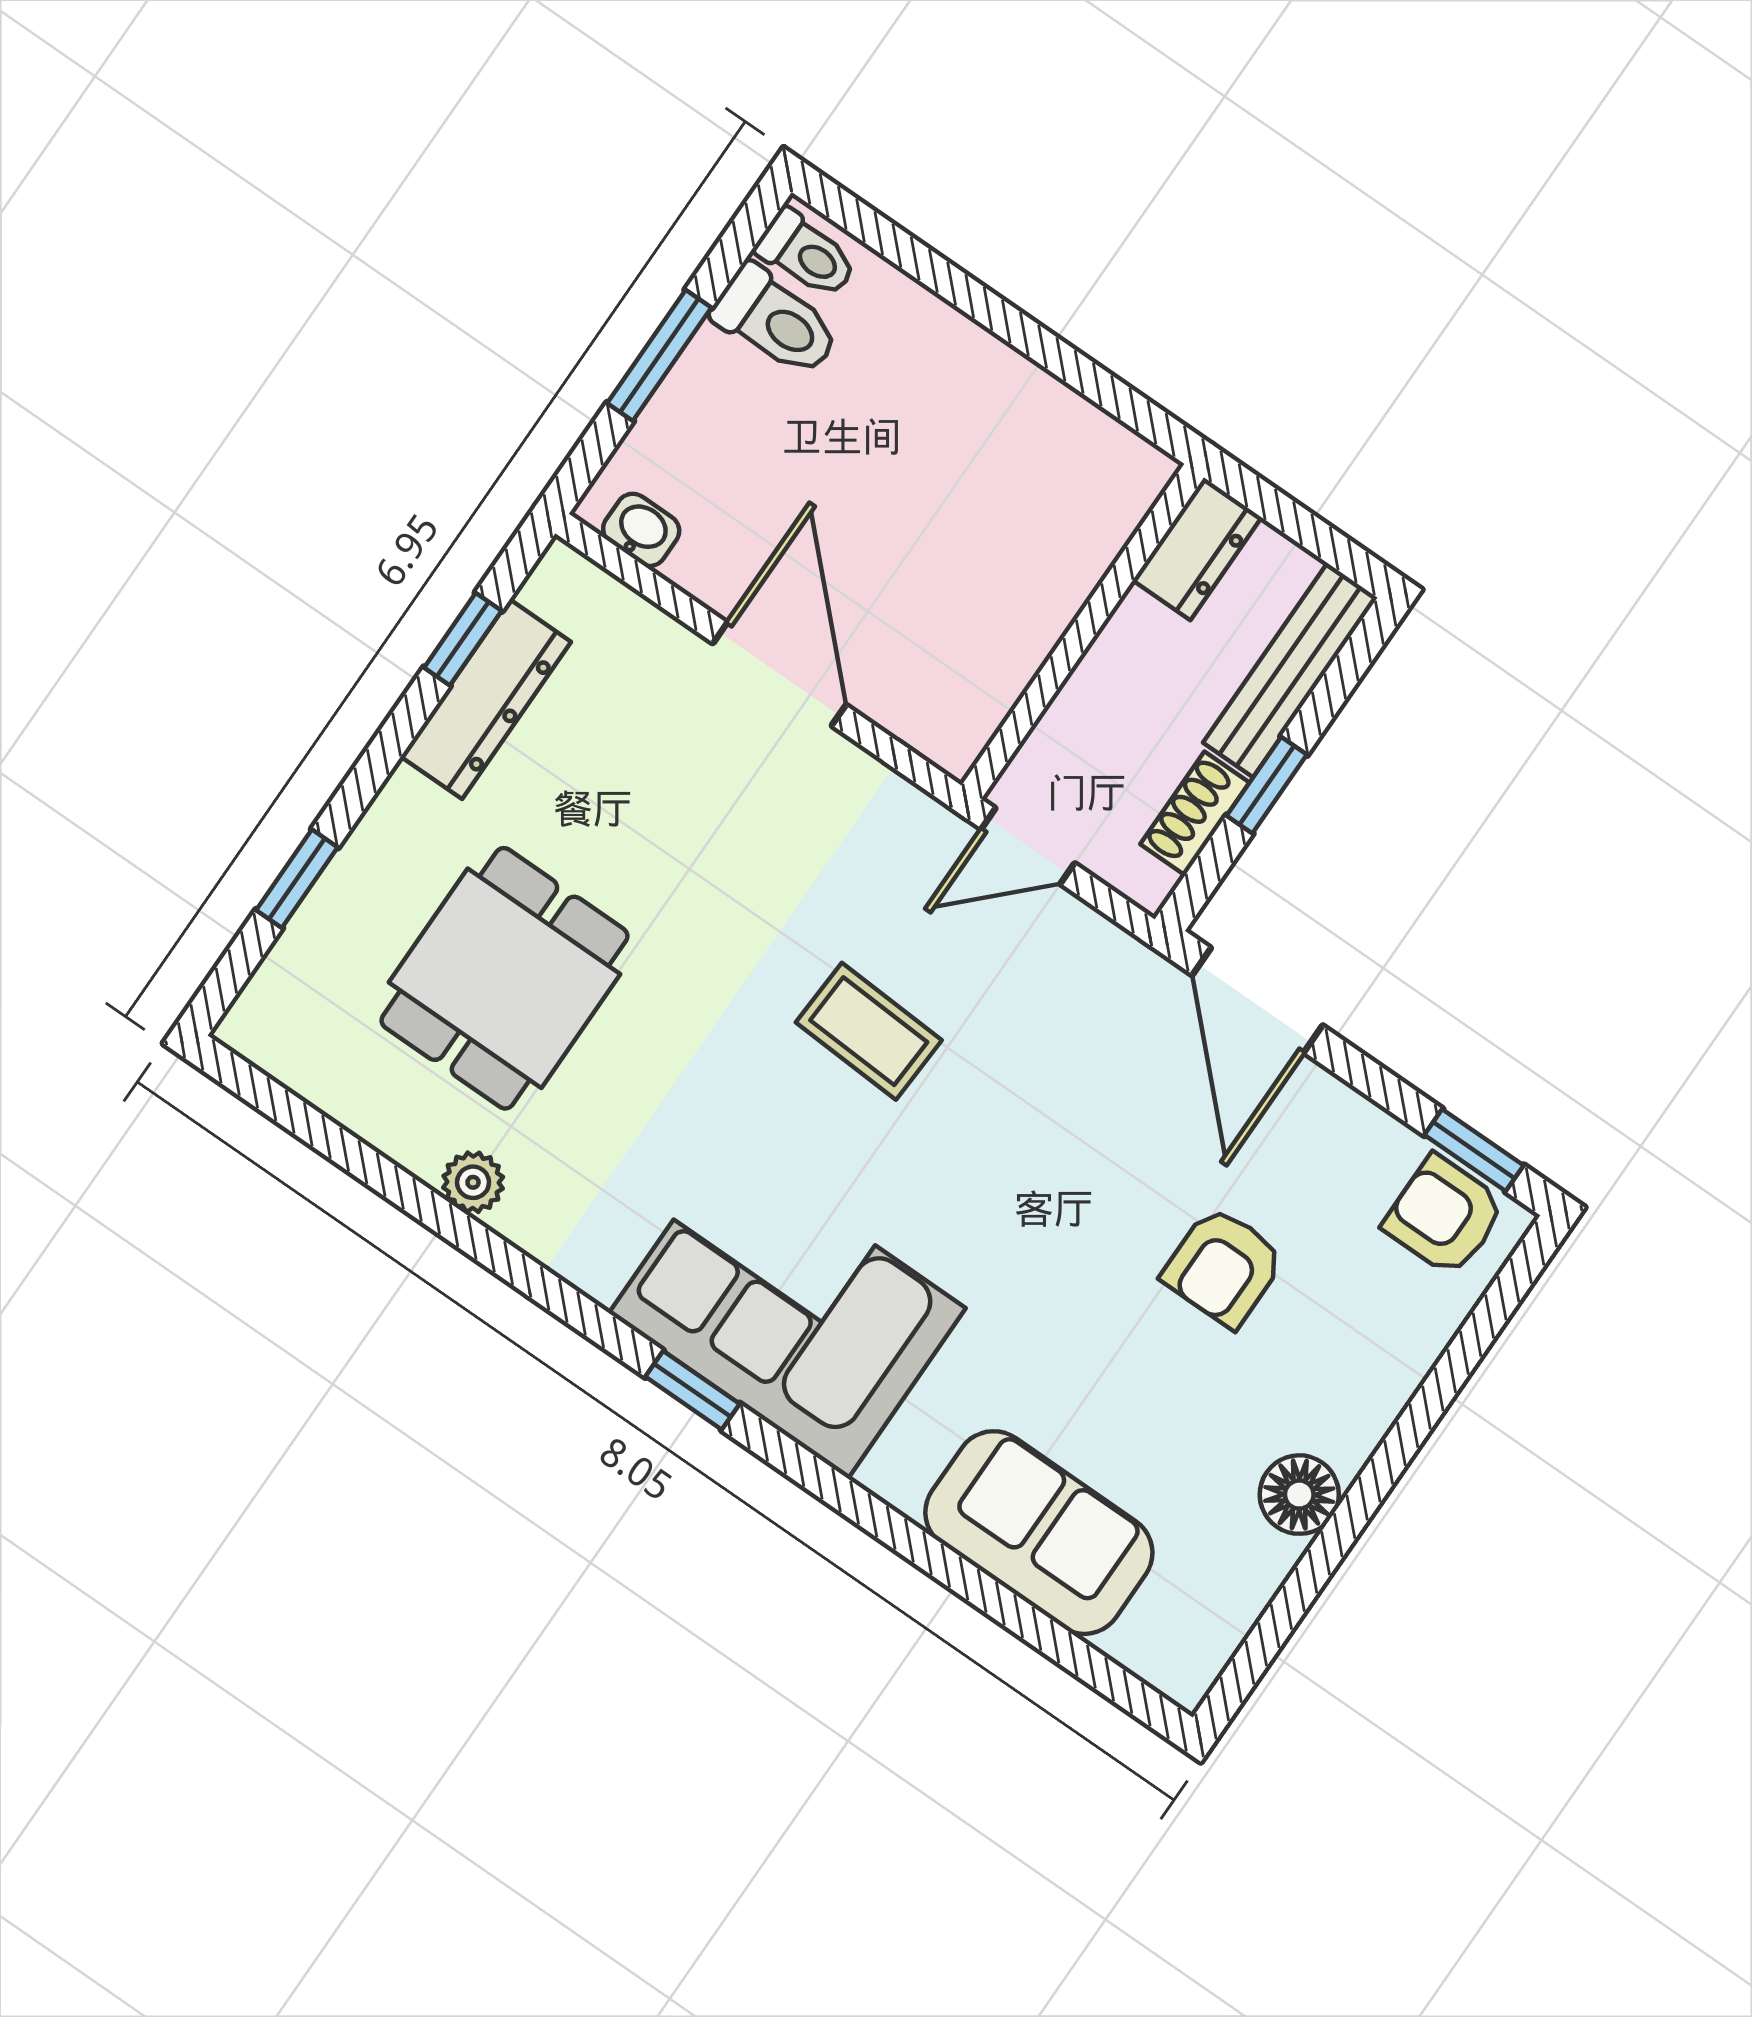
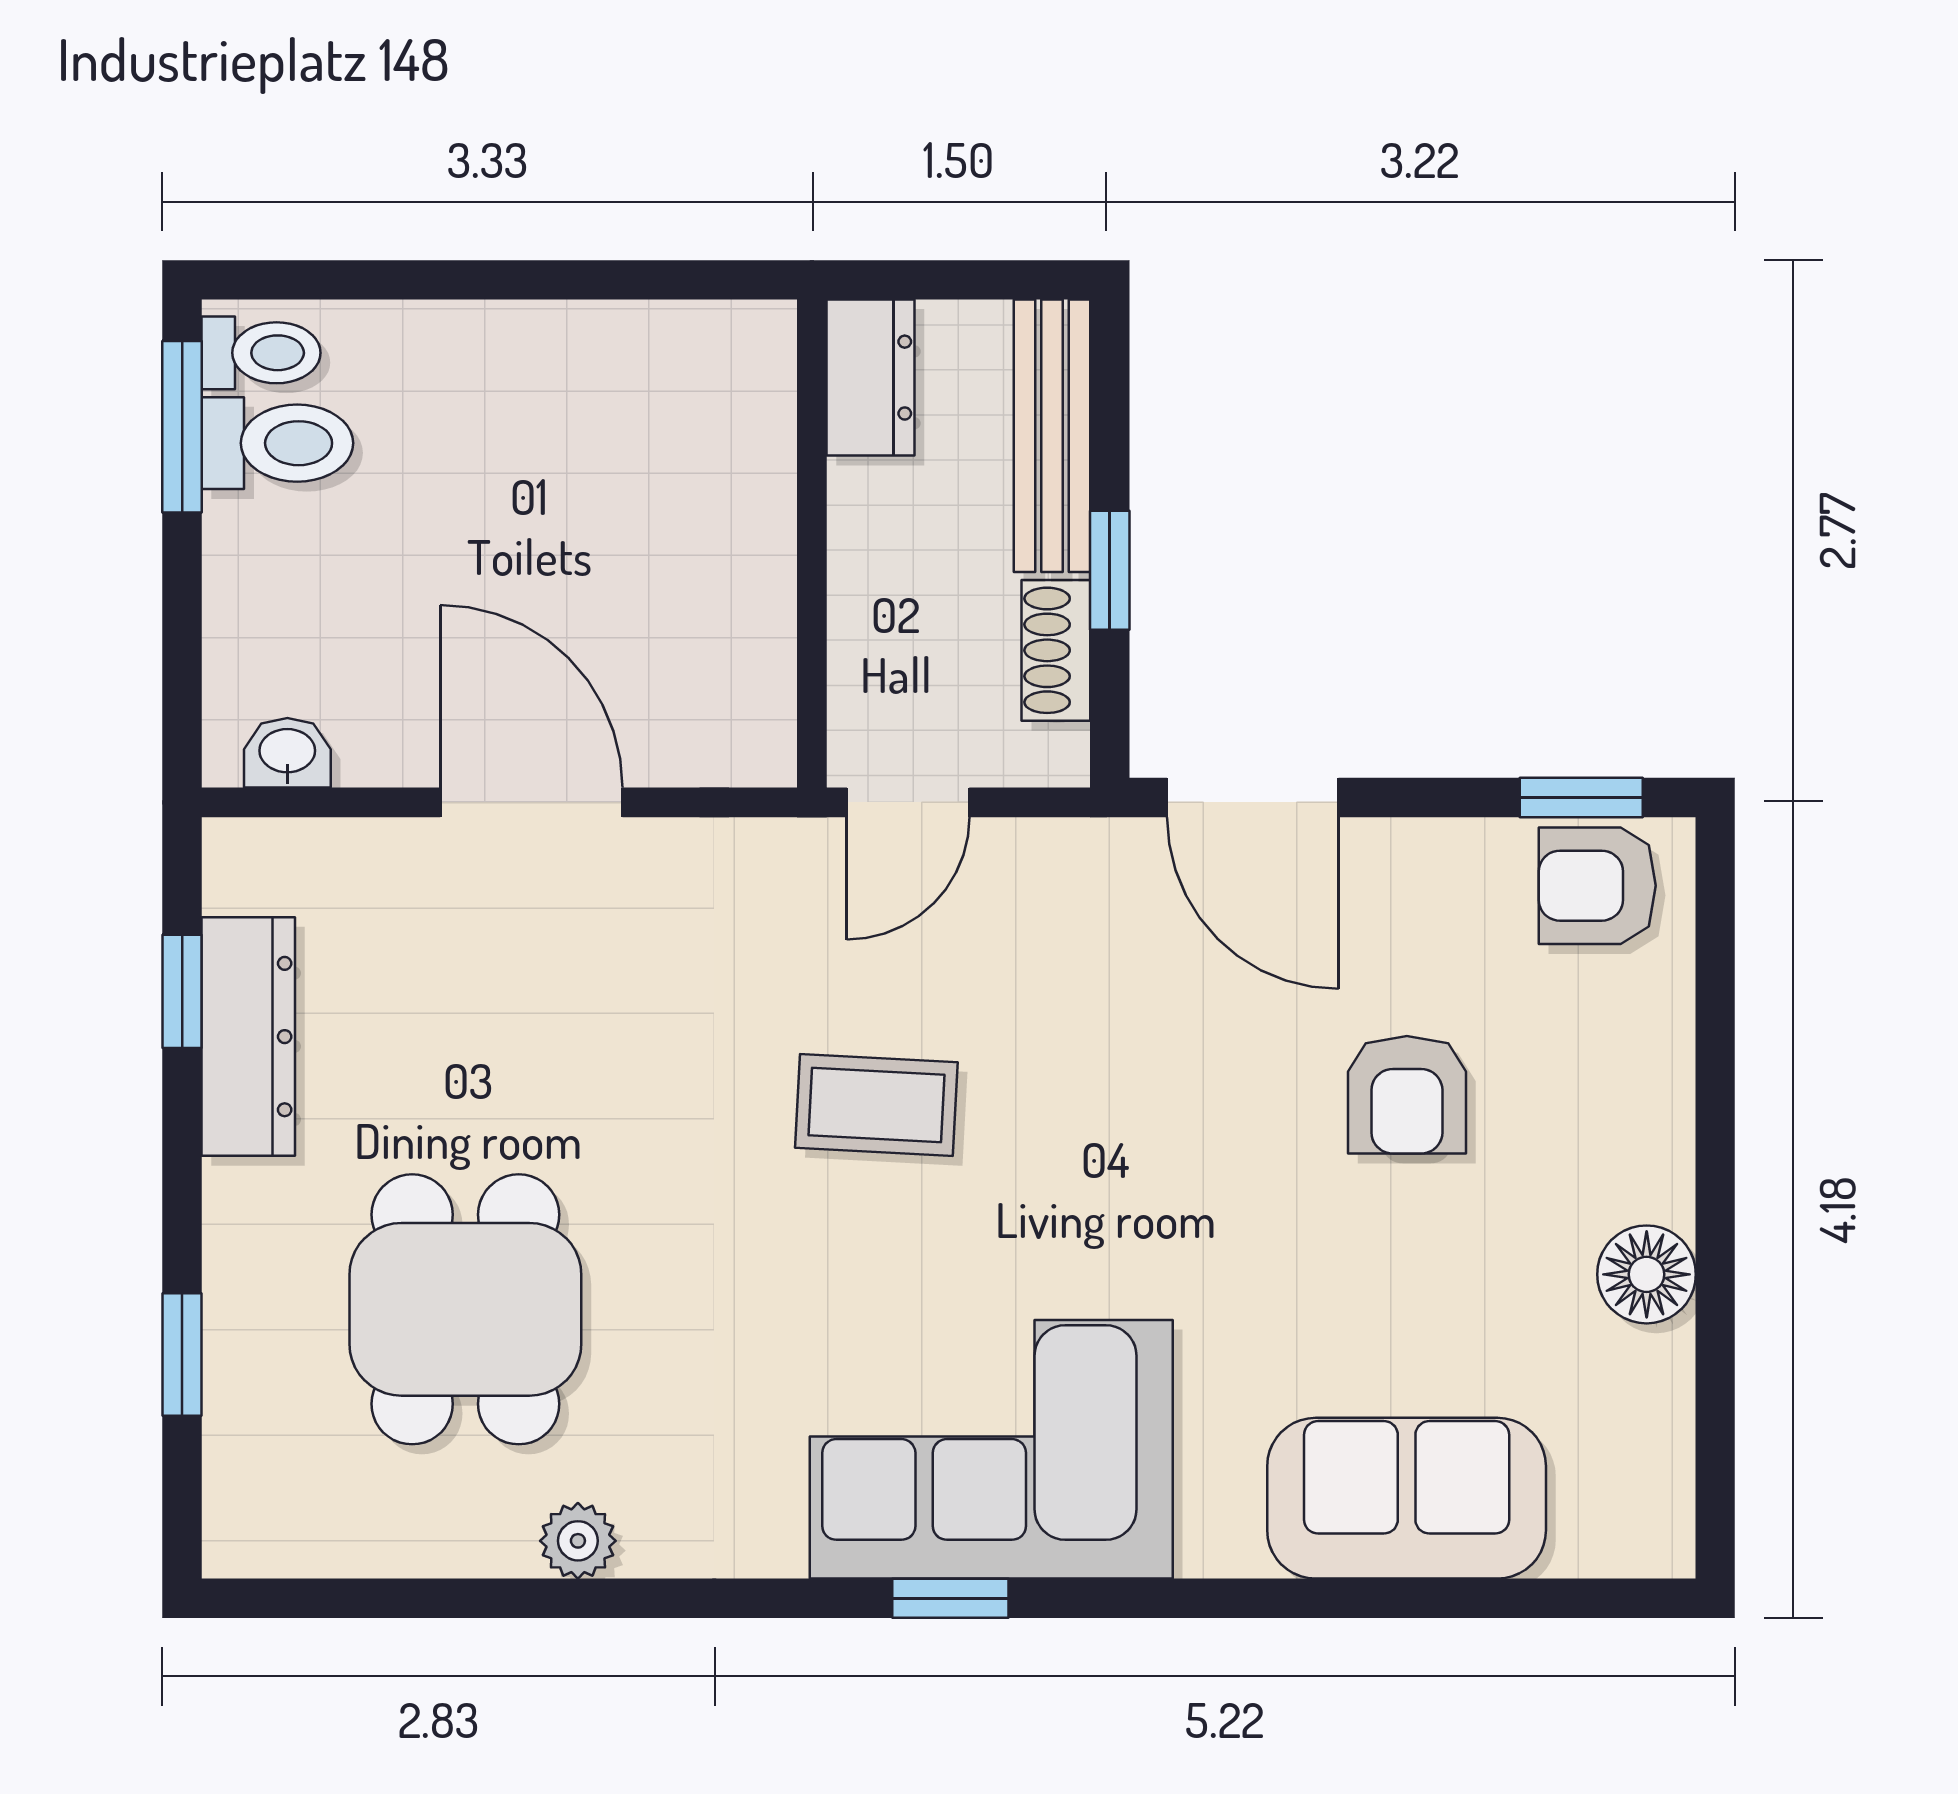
window: (659, 355) -> (182, 427), moved

